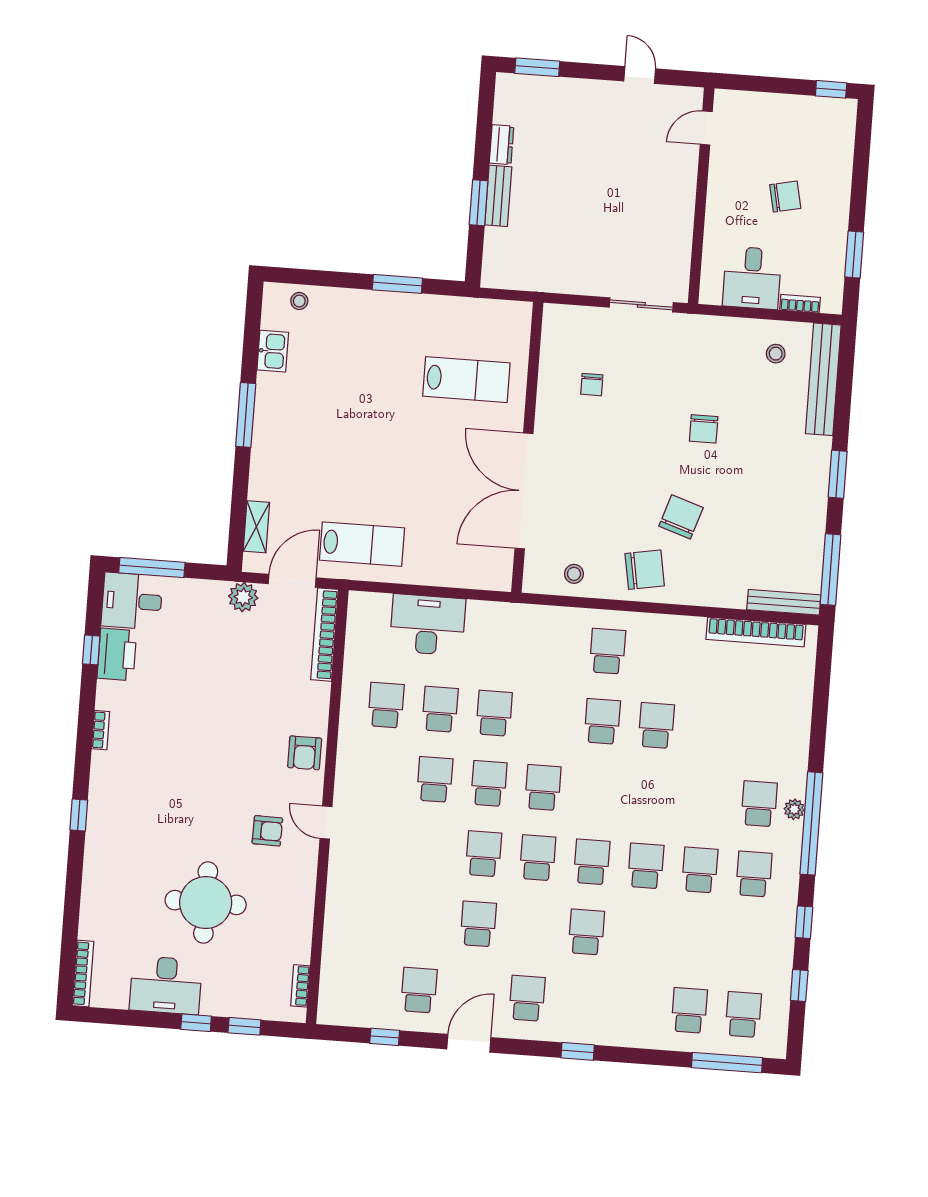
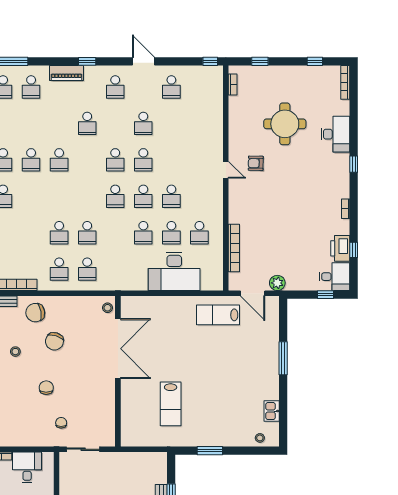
stool: (776, 354) -> (15, 352), moved
lab bench: (466, 380) -> (171, 404), turned -90
chair: (592, 385) -> (61, 423), moved
window: (246, 415) -> (283, 358), moved
wall: (527, 447) -> (118, 371), moved
double door: (524, 491) -> (118, 349), moved
shelving: (256, 527) -> (273, 320), removed
window: (152, 568) -> (326, 295), width x0.46
chair: (645, 570) -> (35, 313), moved
door: (292, 581) -> (253, 293), hinge flipped
desk: (427, 625) -> (174, 271), width x1.36, depth x1.30
bookcase: (325, 635) -> (234, 248), moved
armchair: (305, 753) -> (240, 205), removed
school desk: (592, 862) -> (59, 269), moved
desk: (166, 985) -> (336, 134), moved, turned 90
window: (196, 1023) -> (315, 61), moved
piano: (619, 1032) -> (66, 73), added
window: (385, 1037) -> (210, 61), moved
door: (469, 1043) -> (144, 61), swing flipped

